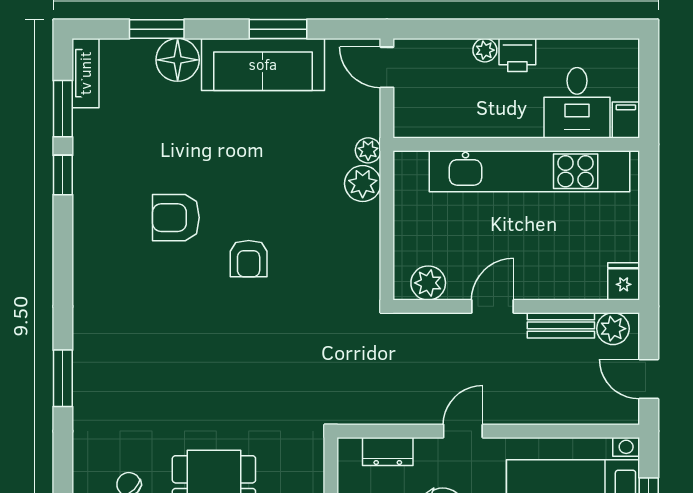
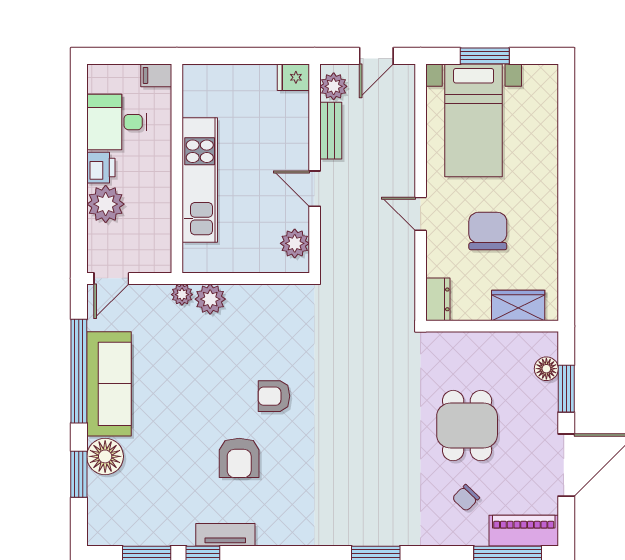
window: (278, 29) -> (79, 371), width x2.11
plant: (485, 50) -> (106, 204), width x1.88, depth x1.88
tv unit: (85, 73) -> (225, 535), moved
desk: (577, 103) -> (117, 122), moved, turned 180
kitchen unit: (530, 171) -> (200, 180), width x0.73
armchair: (249, 259) -> (274, 396), turned 180
dresser: (388, 451) -> (438, 299), moved

